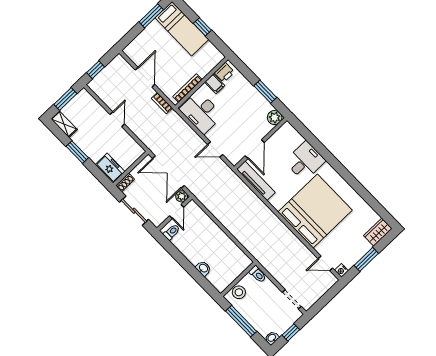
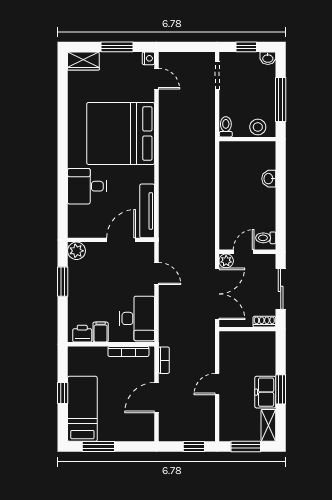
freezer: (110, 168) -> (265, 392), moved

